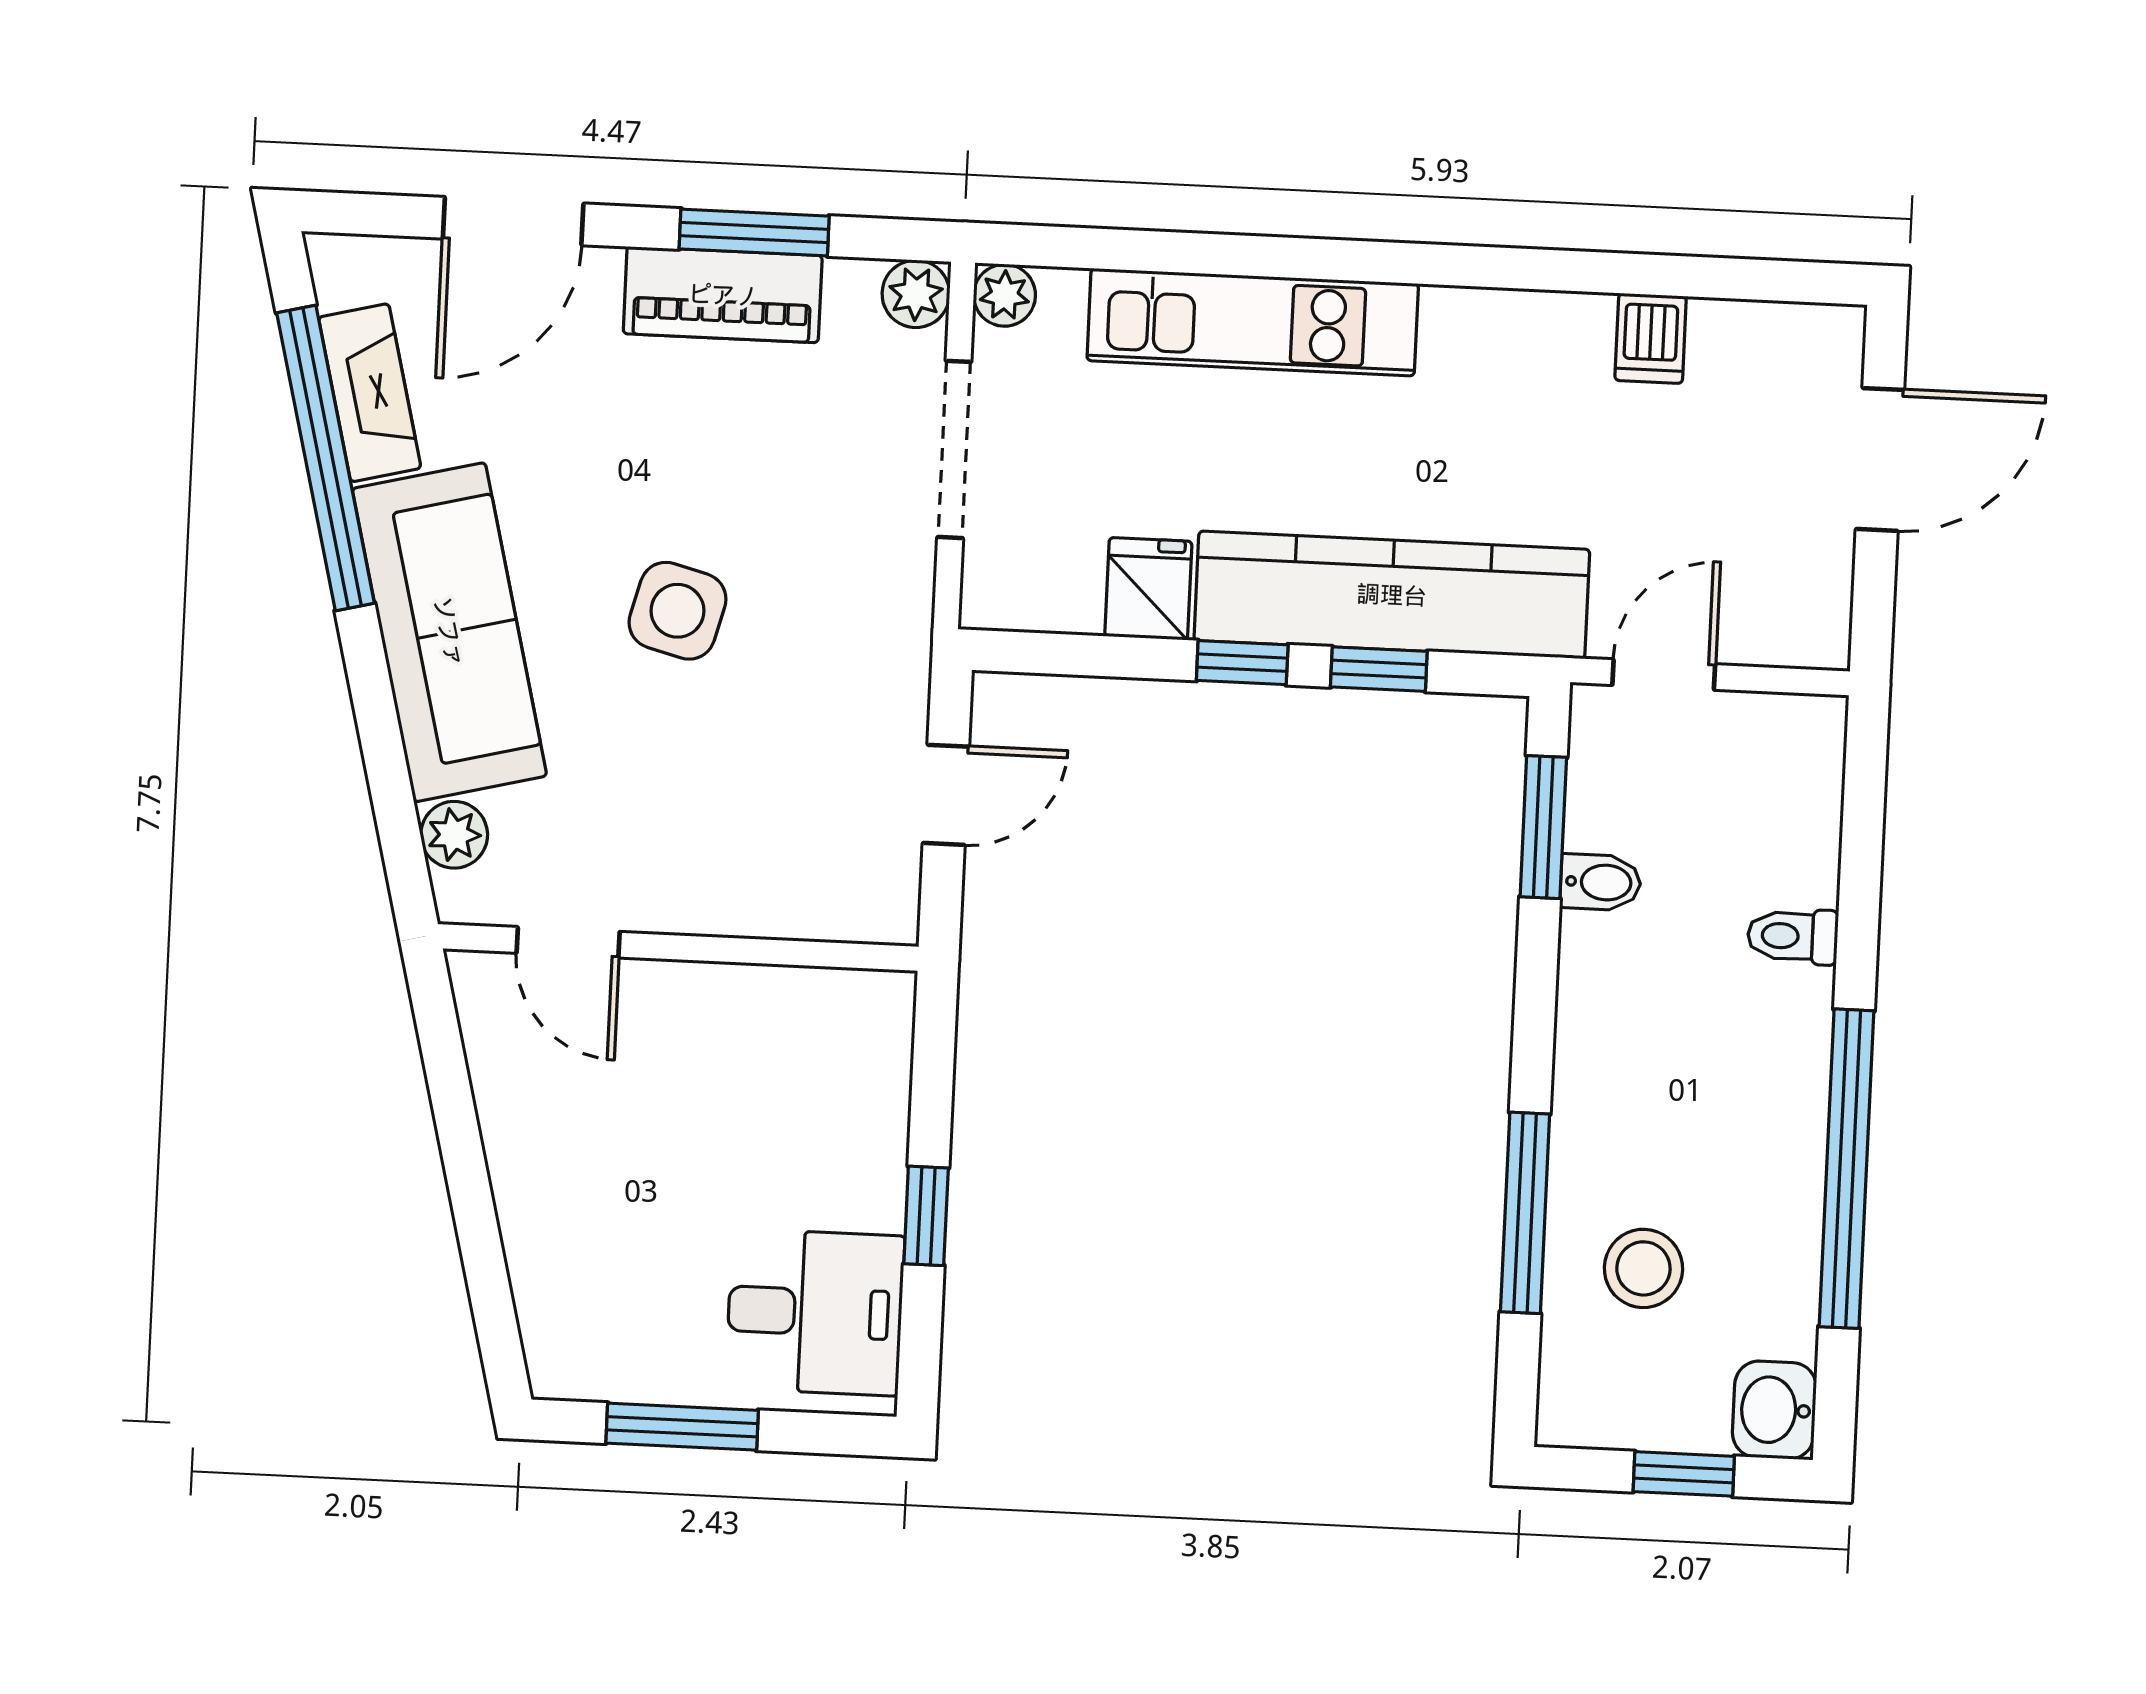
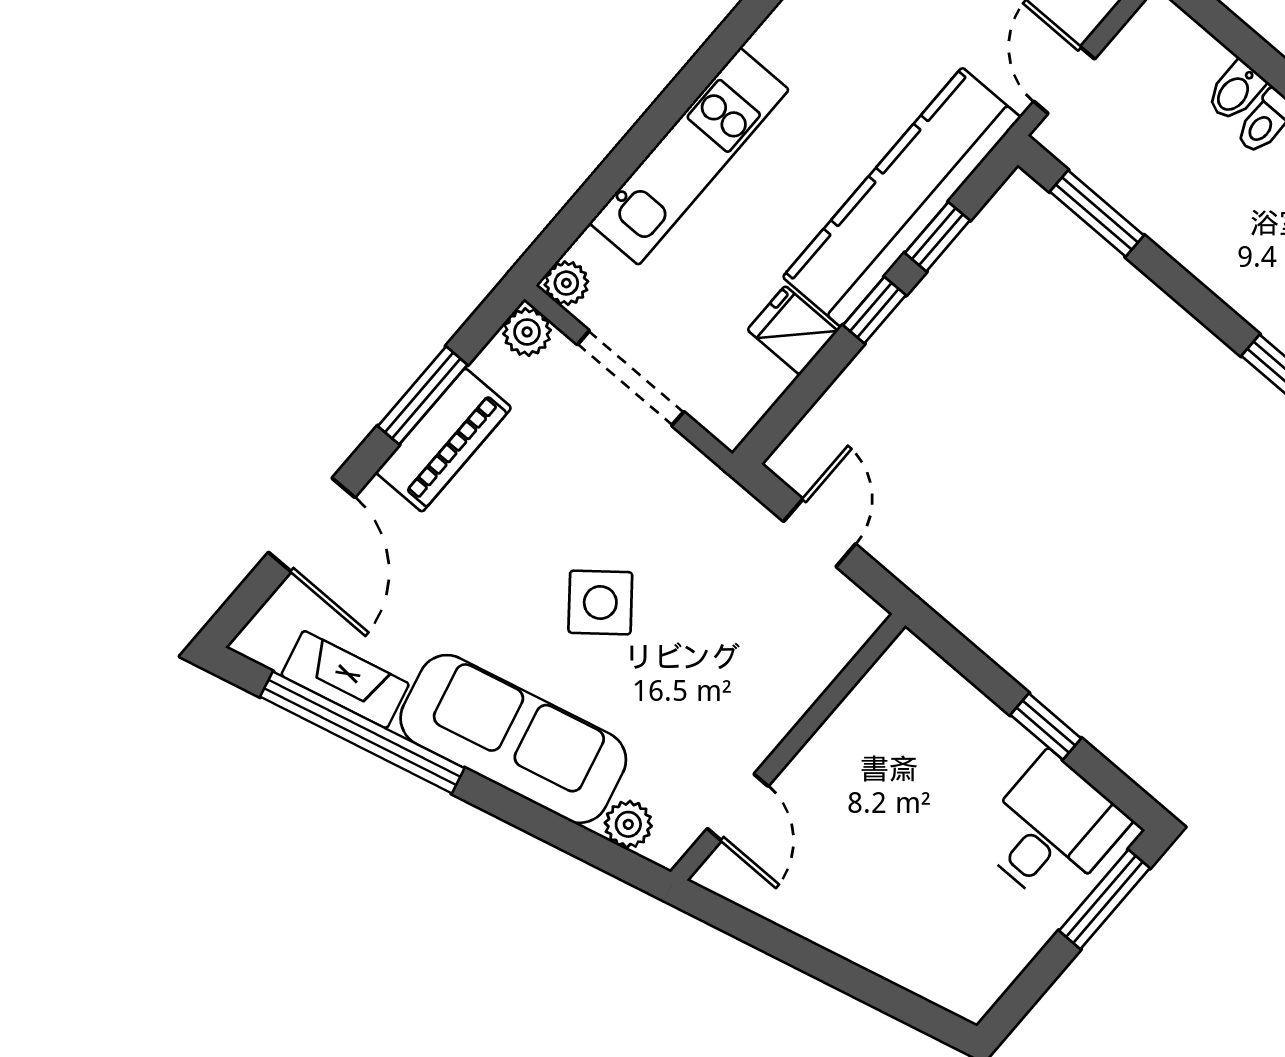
side table: (677, 611) -> (600, 602), turned 36
bidet: (1601, 882) -> (1236, 91), moved, turned 180
door: (568, 942) -> (738, 807), hinge flipped
window: (682, 1427) -> (1104, 899), moved

